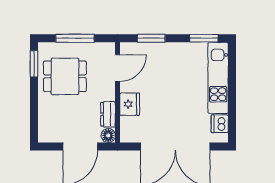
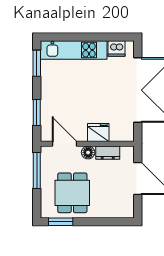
window: (75, 38) -> (37, 171), moved
floor lamp: (108, 136) -> (88, 153), moved

